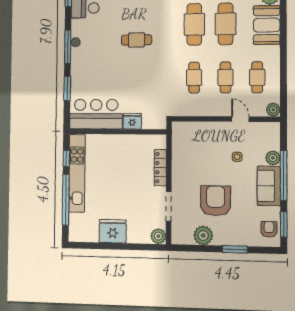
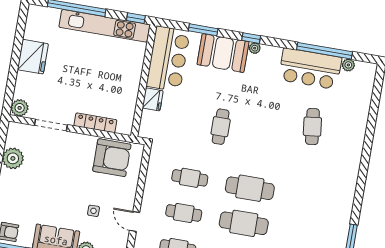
cafe table: (137, 40) -> (221, 127), moved
window: (68, 47) -> (251, 38), width x0.46
booth: (84, 68) -> (223, 53), added
door: (240, 119) -> (135, 221), swing flipped
window: (66, 158) -> (136, 18), moved
armchair: (216, 201) -> (112, 158), moved

